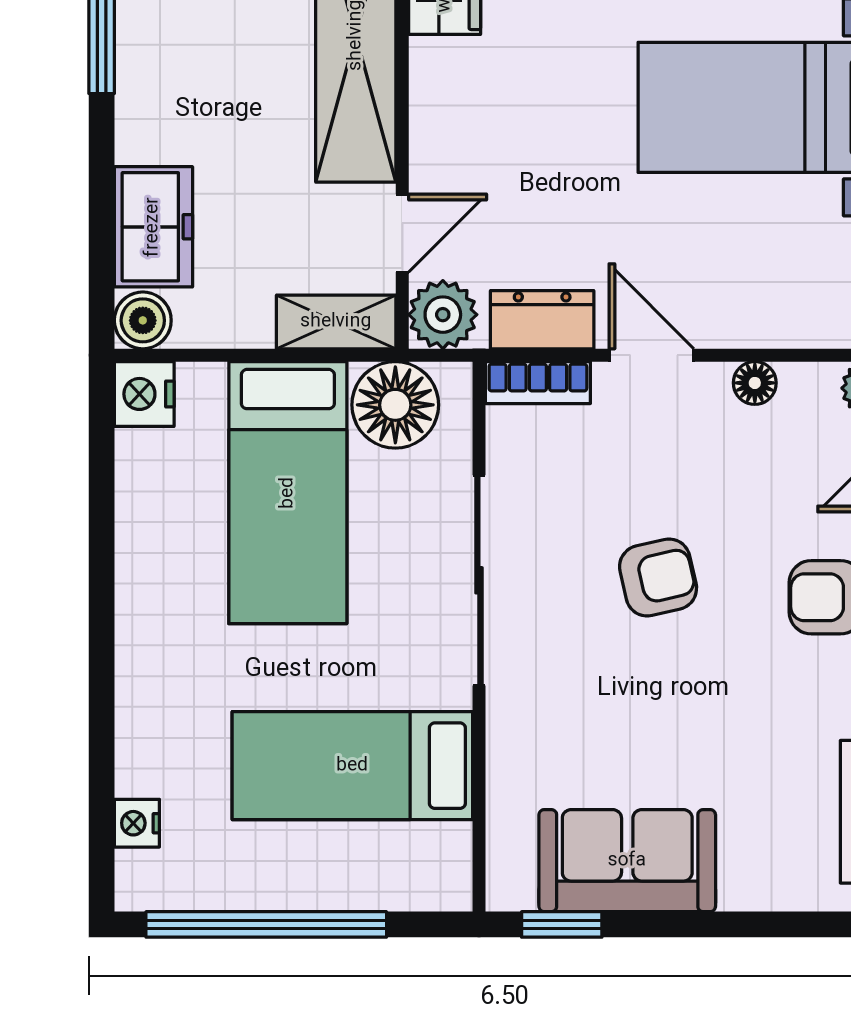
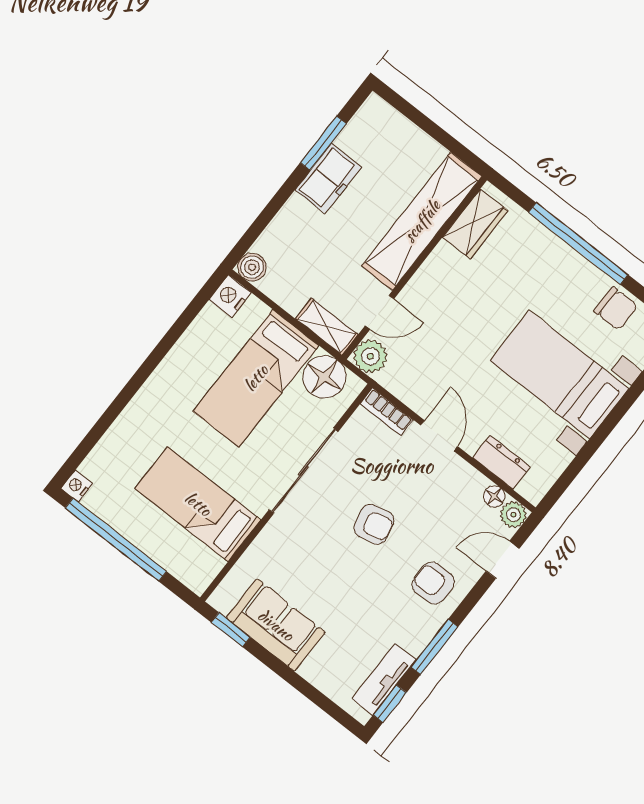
freezer: (153, 227) -> (328, 179), moved
dresser: (542, 320) -> (501, 462), moved
floor lamp: (755, 383) -> (494, 496), moved
nightstand: (137, 823) -> (77, 486), moved

